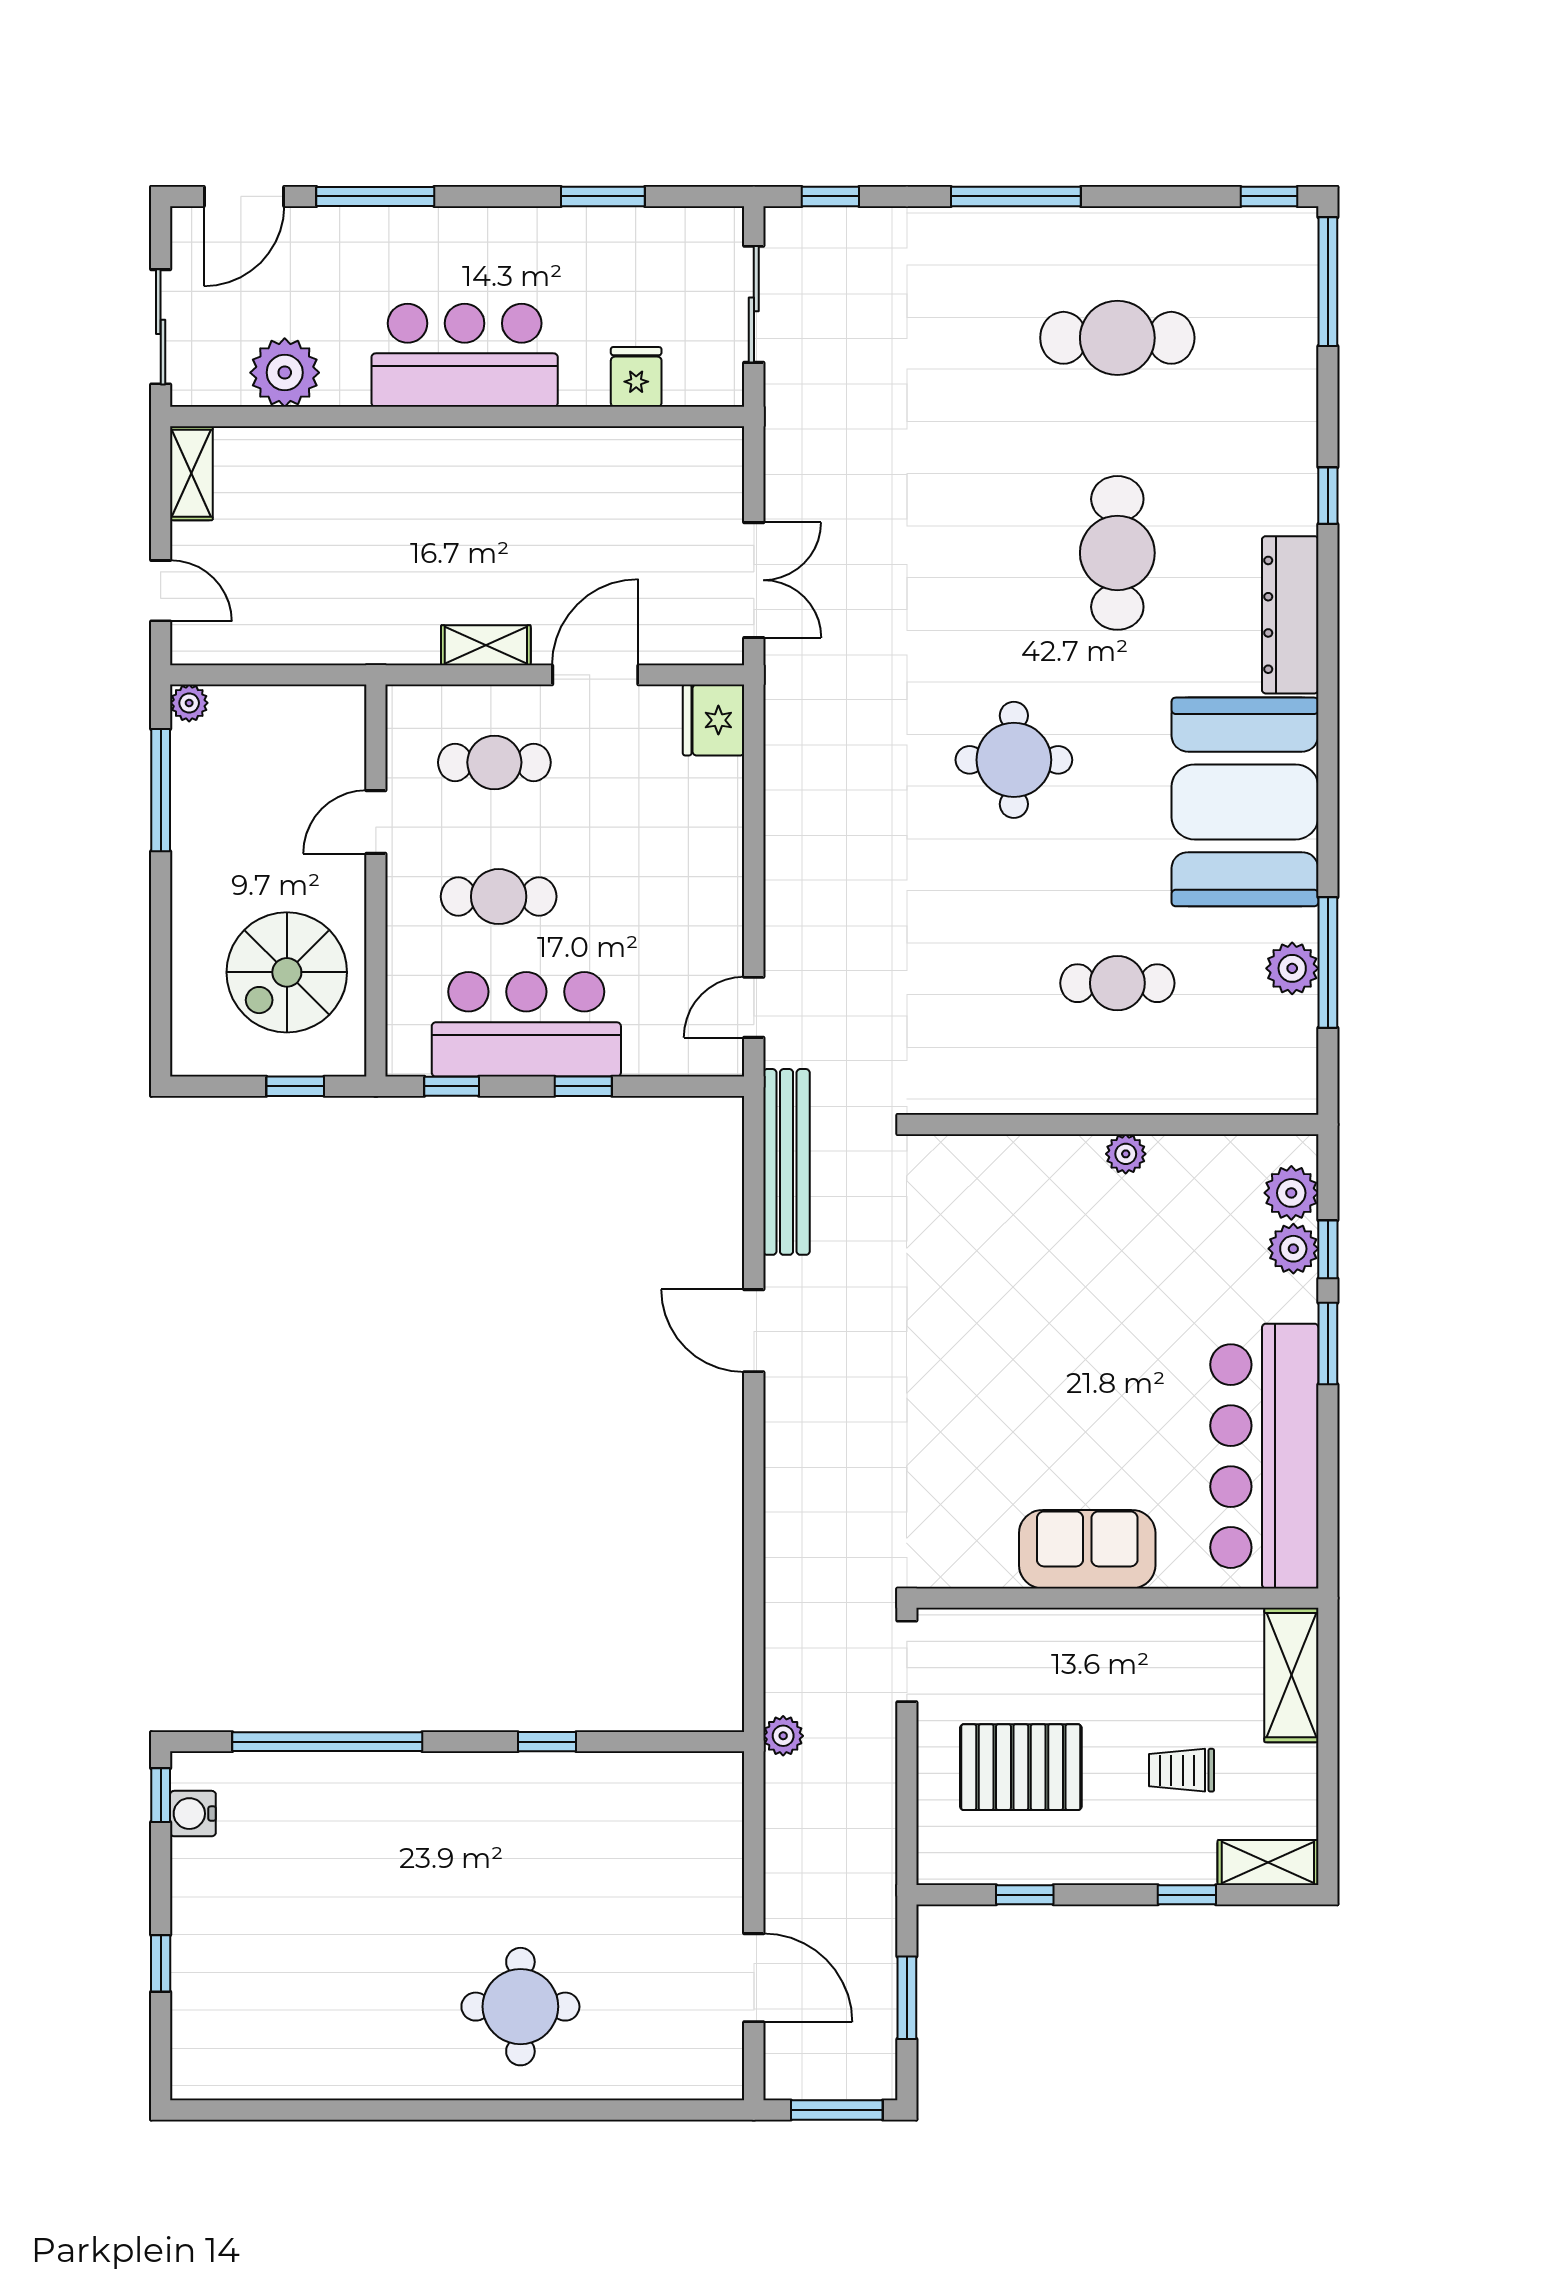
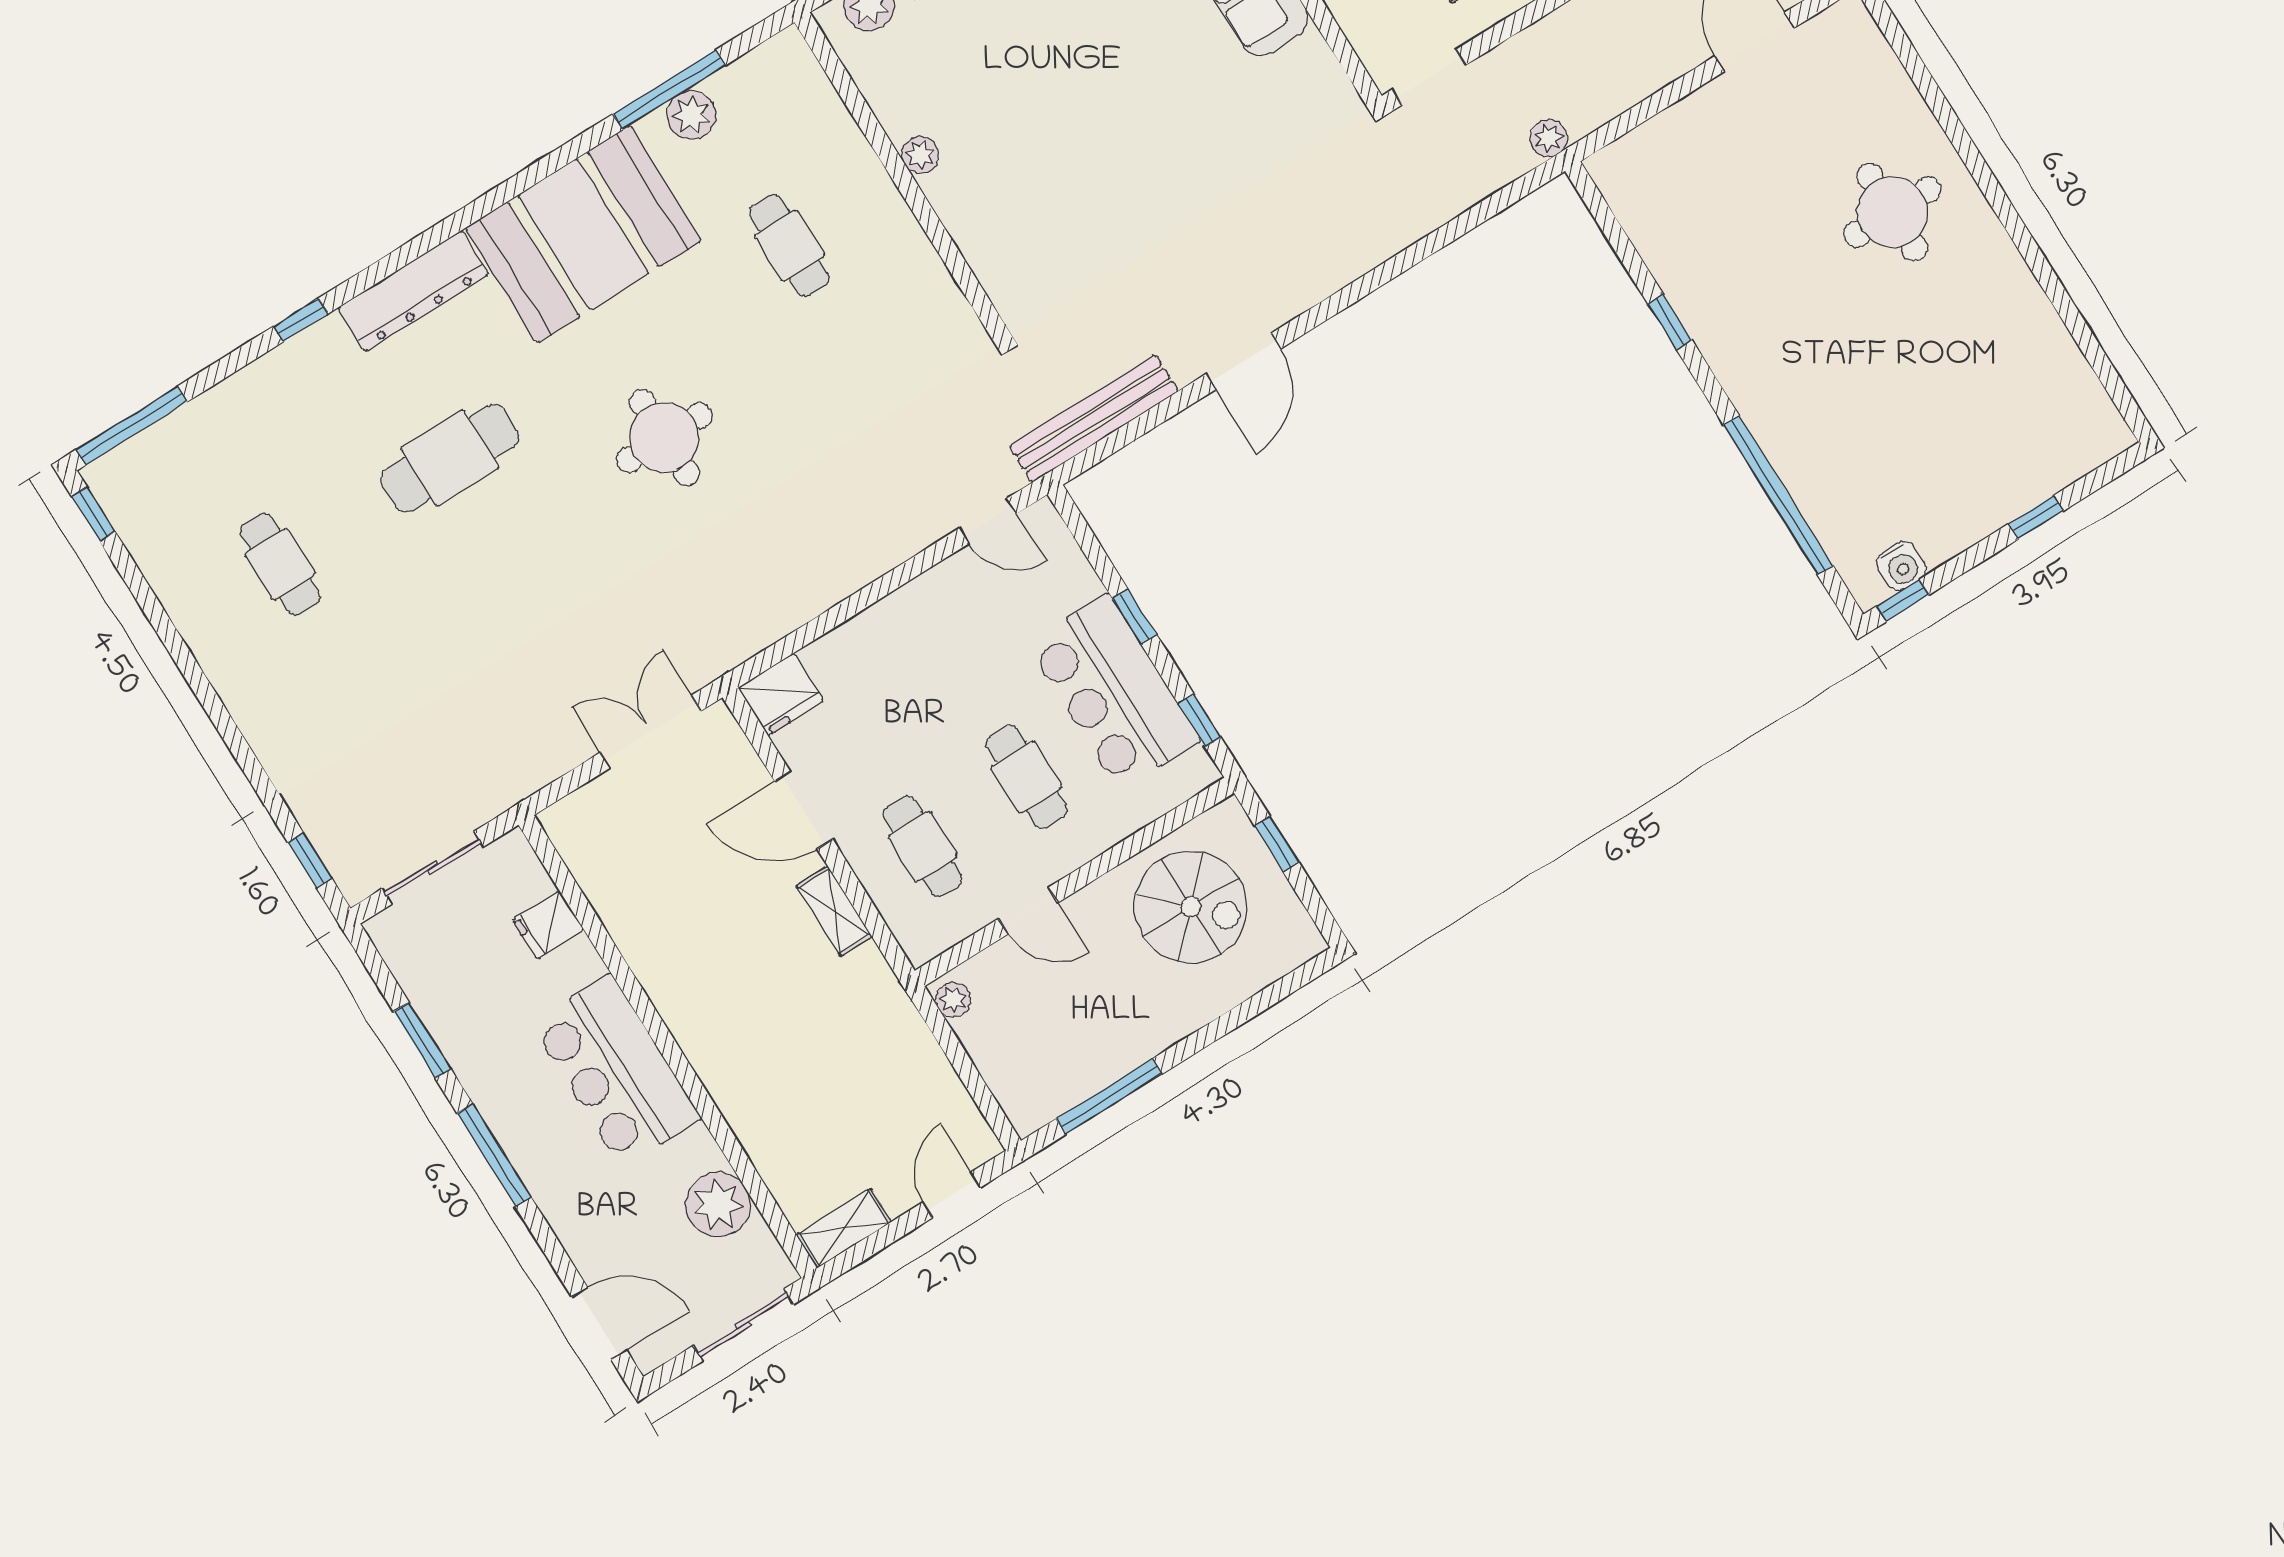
window: (375, 196) -> (494, 1155), moved
window: (1016, 196) -> (218, 714), removed
cafe table: (1117, 338) -> (280, 564), width x0.73, depth x0.74
plant: (189, 703) -> (953, 1000), moved

